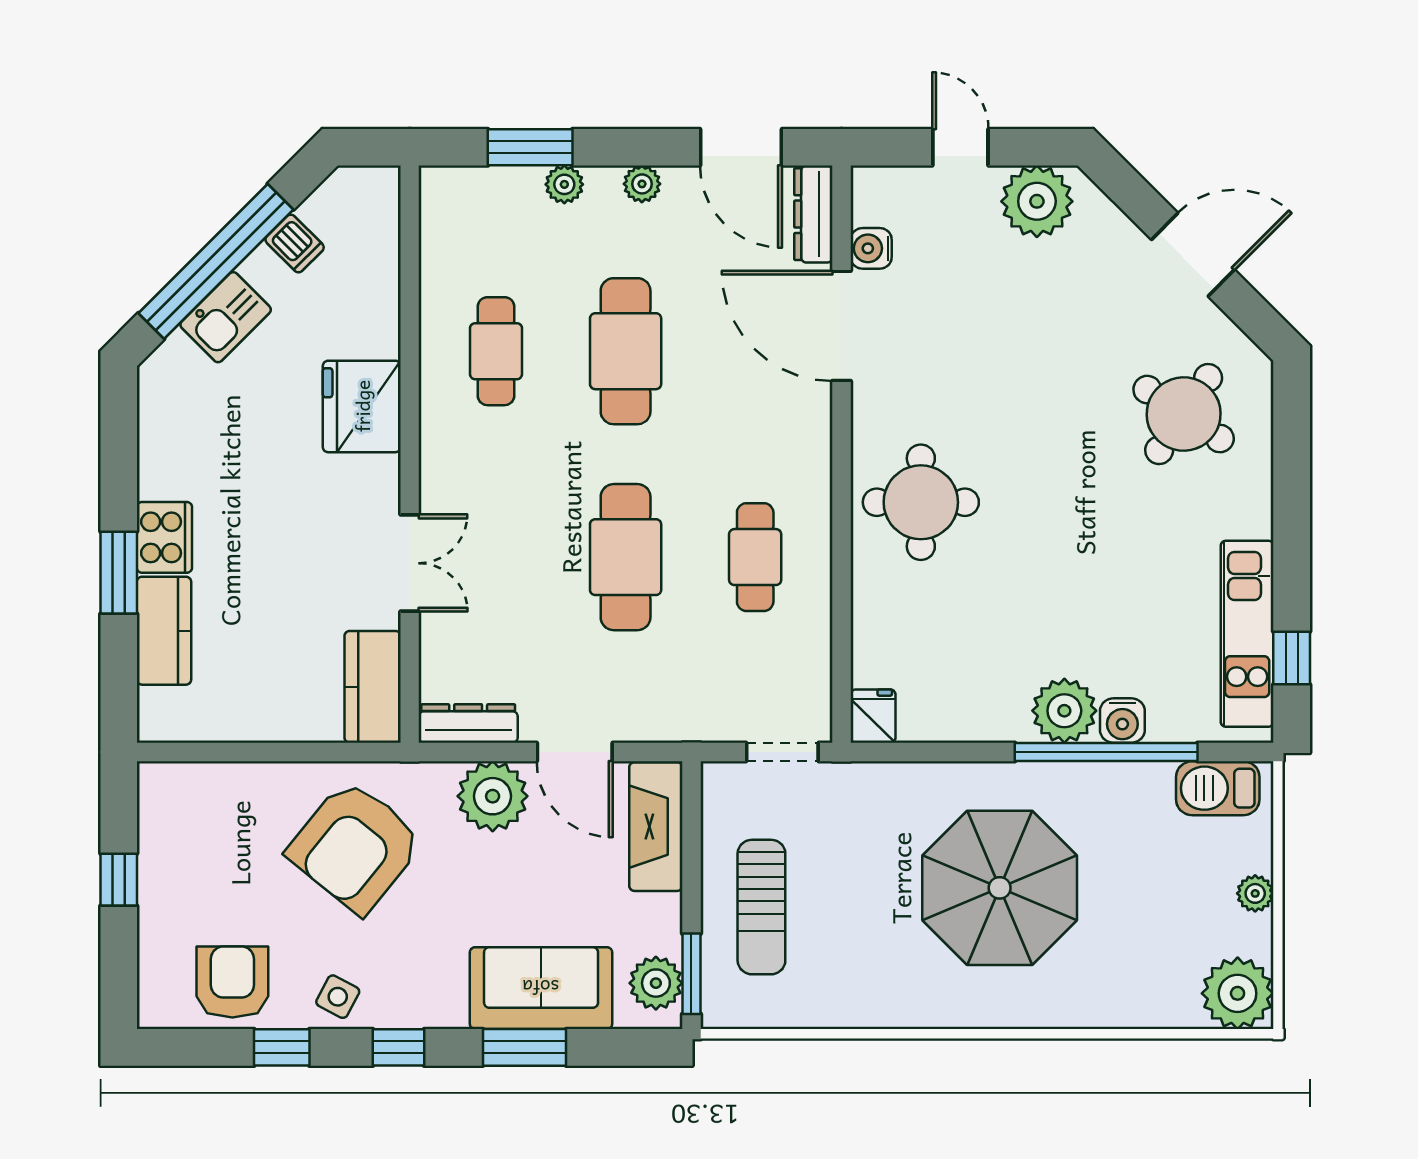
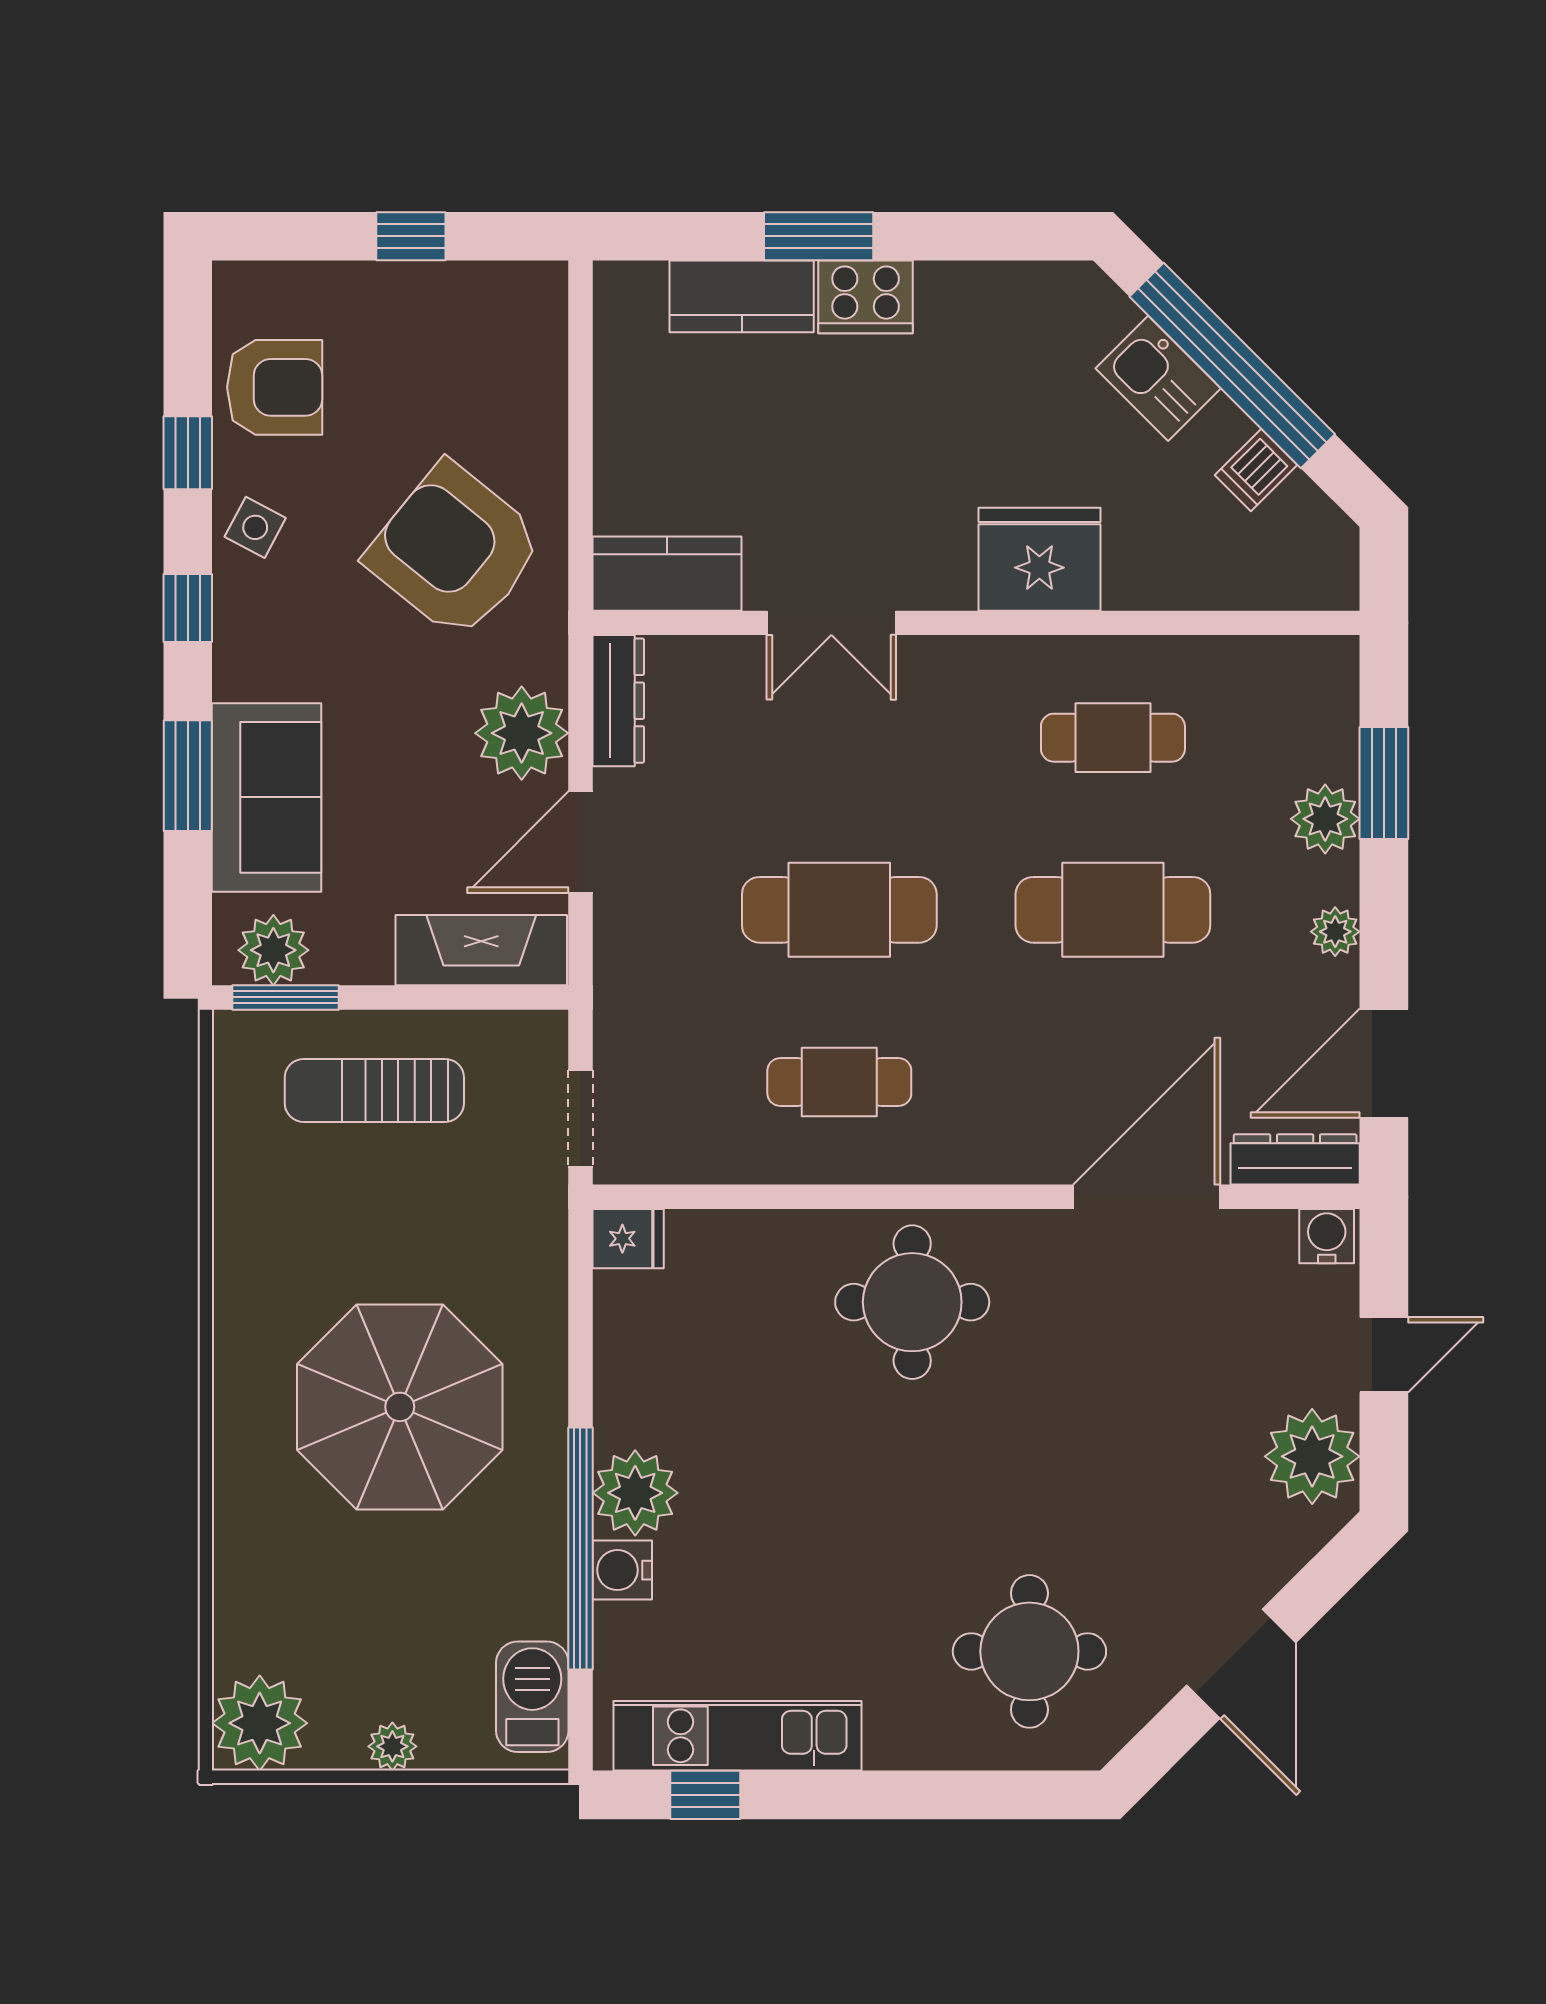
plant: (564, 184) -> (1325, 819), width x1.38, depth x1.38
water cooler: (871, 248) -> (1327, 1236), moved
round table: (1184, 414) -> (1029, 1651), turned -34

